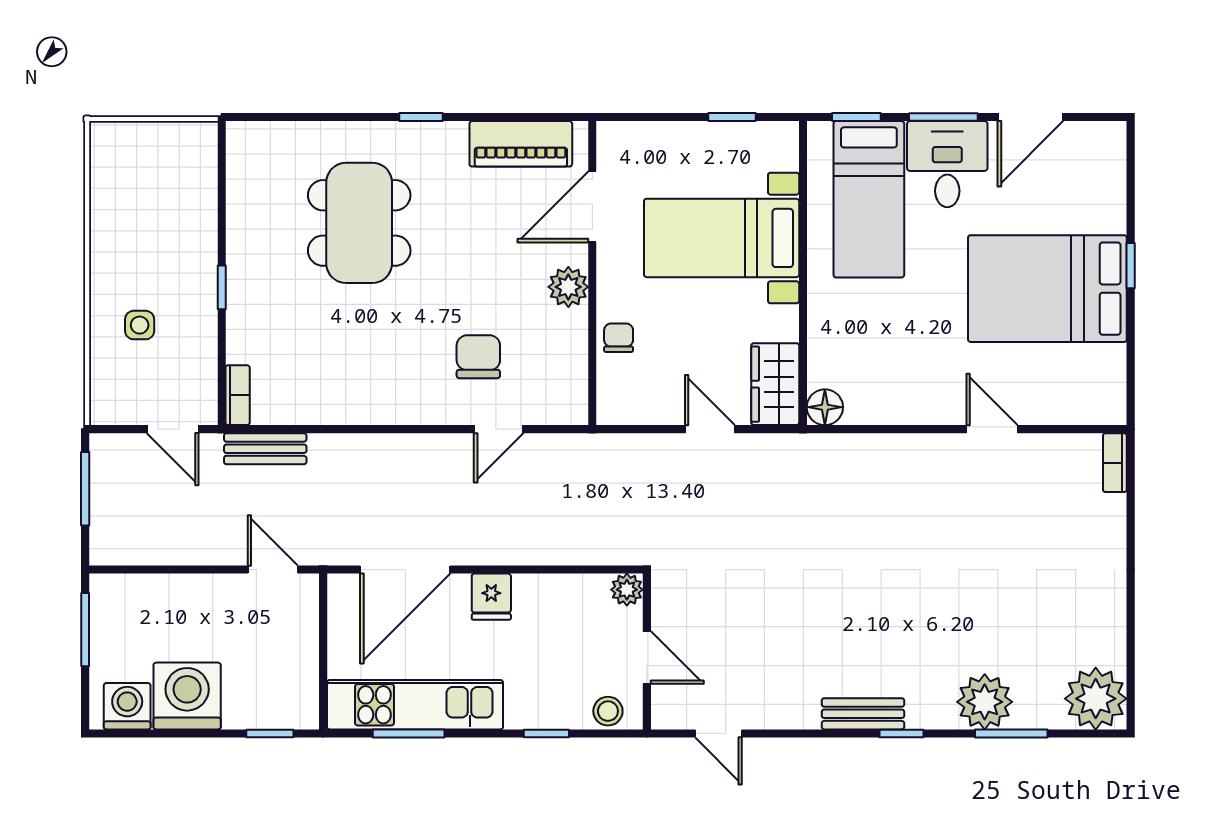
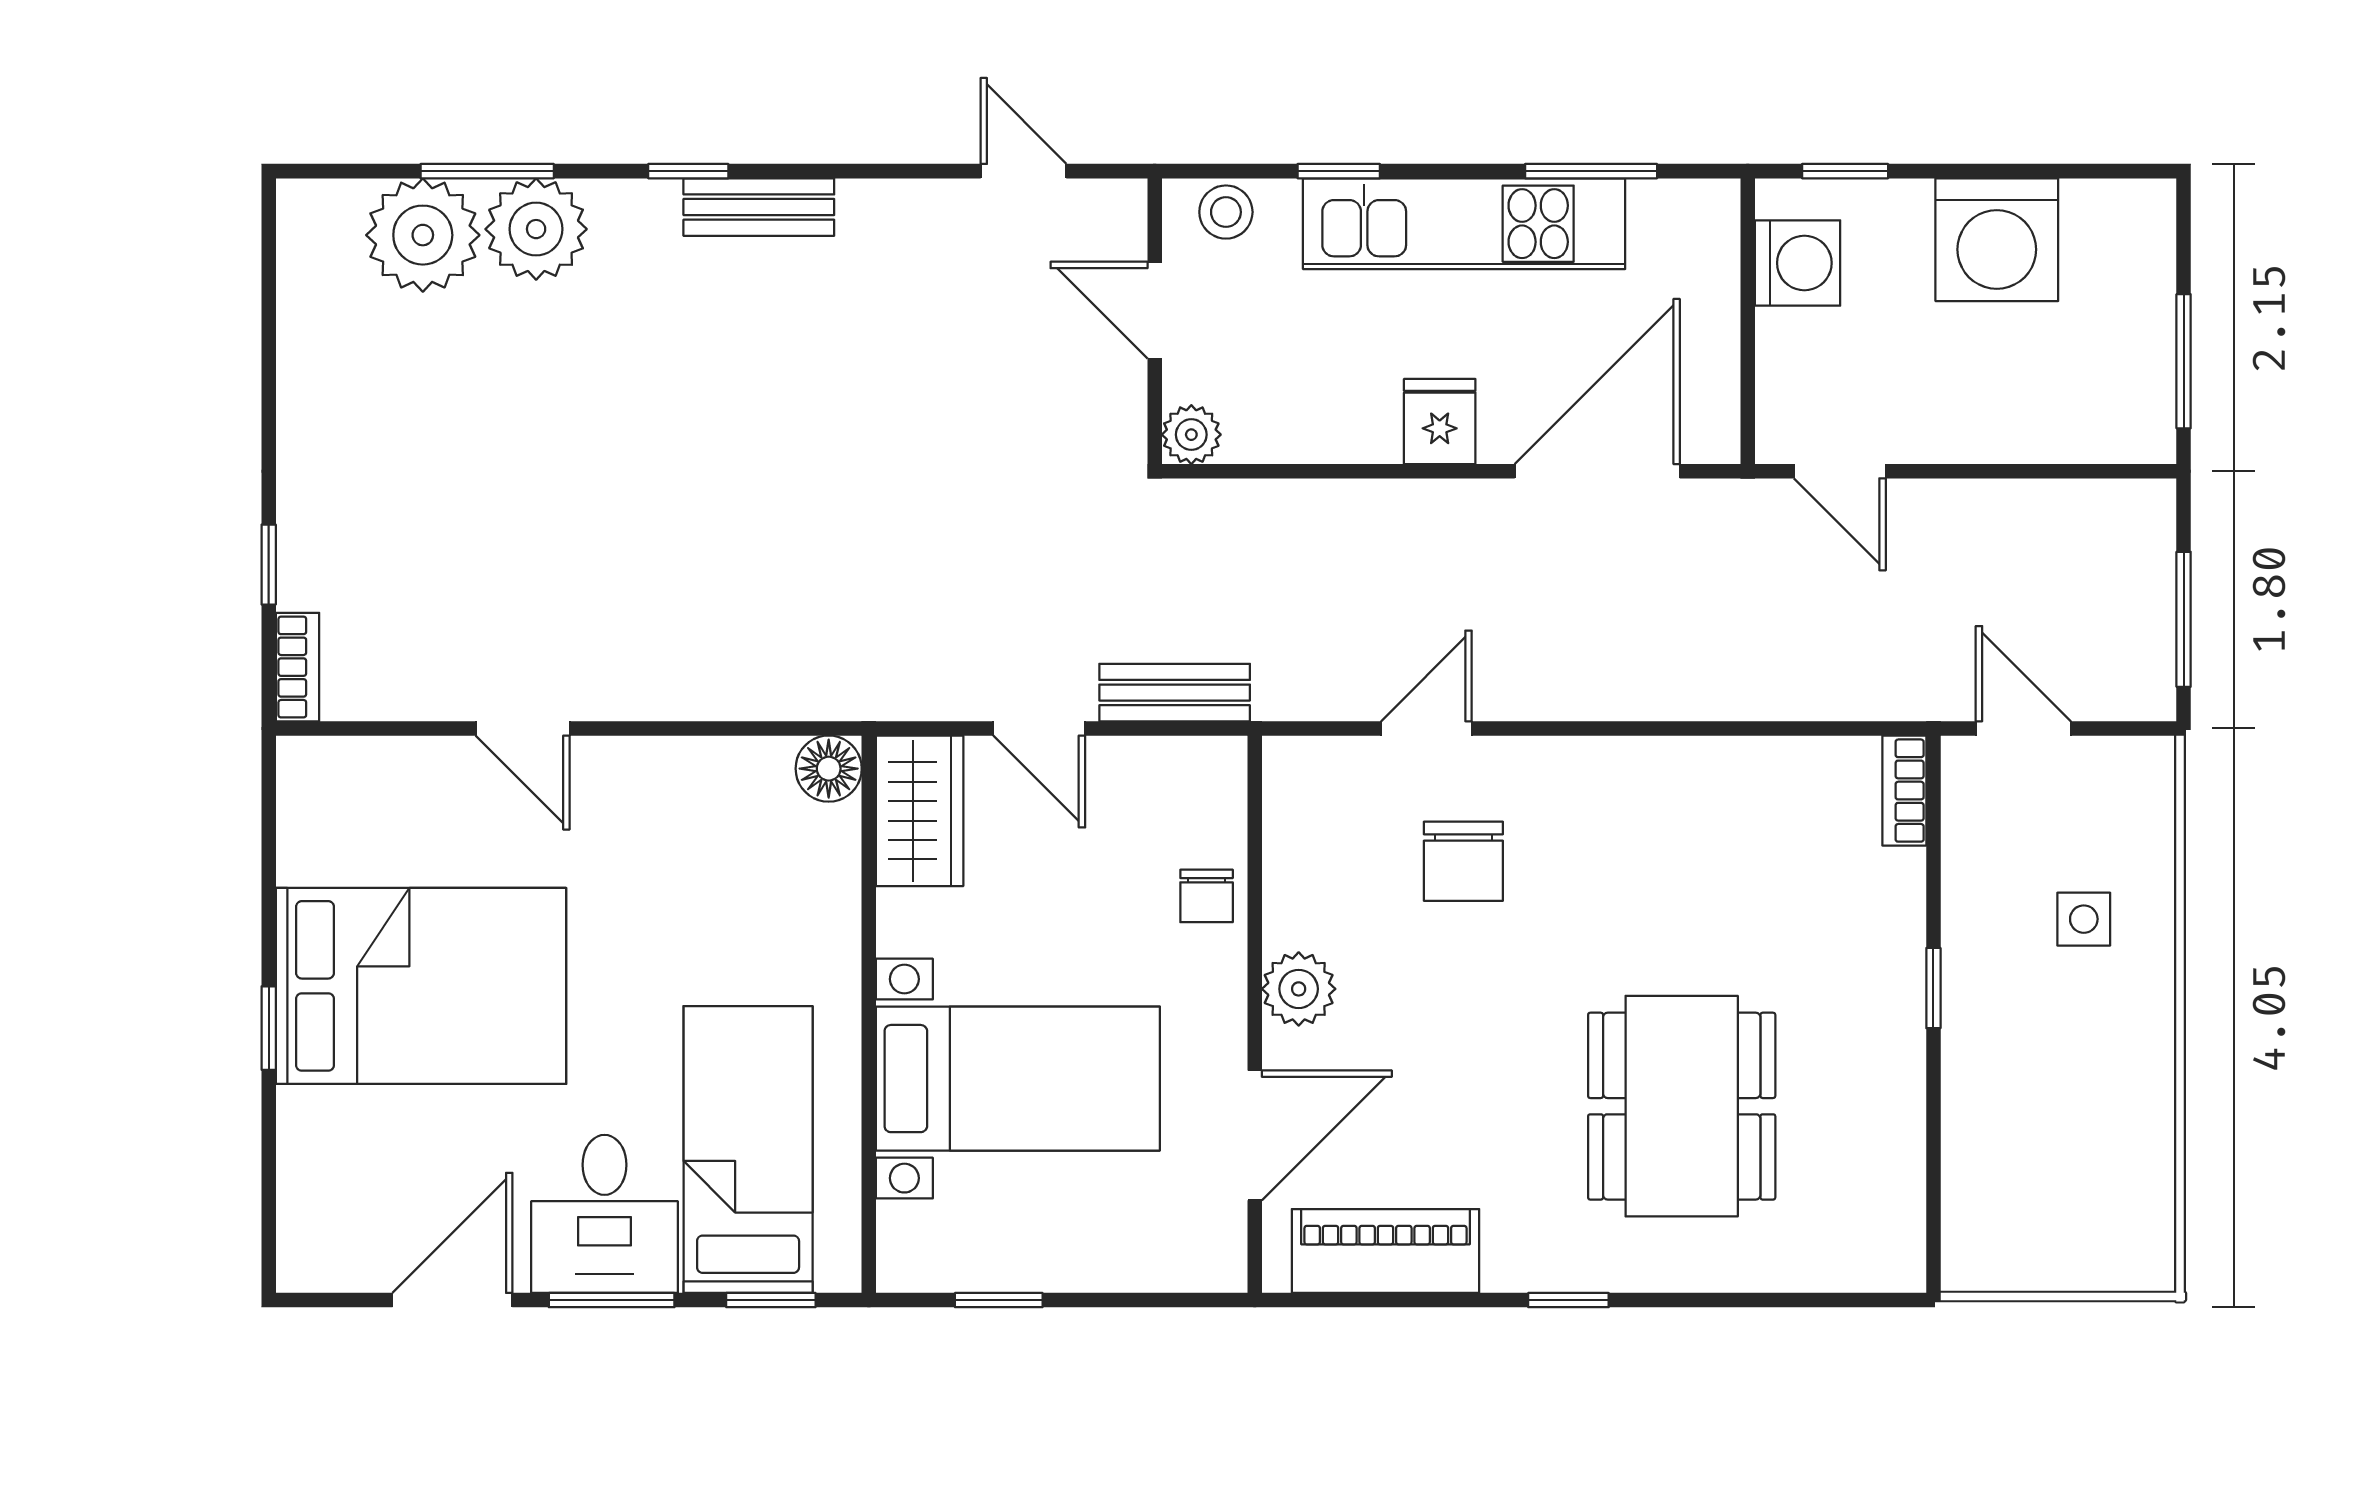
bench: (265, 449) -> (1175, 693), moved
window: (1131, 519) -> (269, 565), added
plant: (1096, 699) -> (423, 235), moved
kitchen unit: (415, 705) -> (1464, 224), moved
washing machine: (127, 706) -> (1798, 263), moved, turned -90

